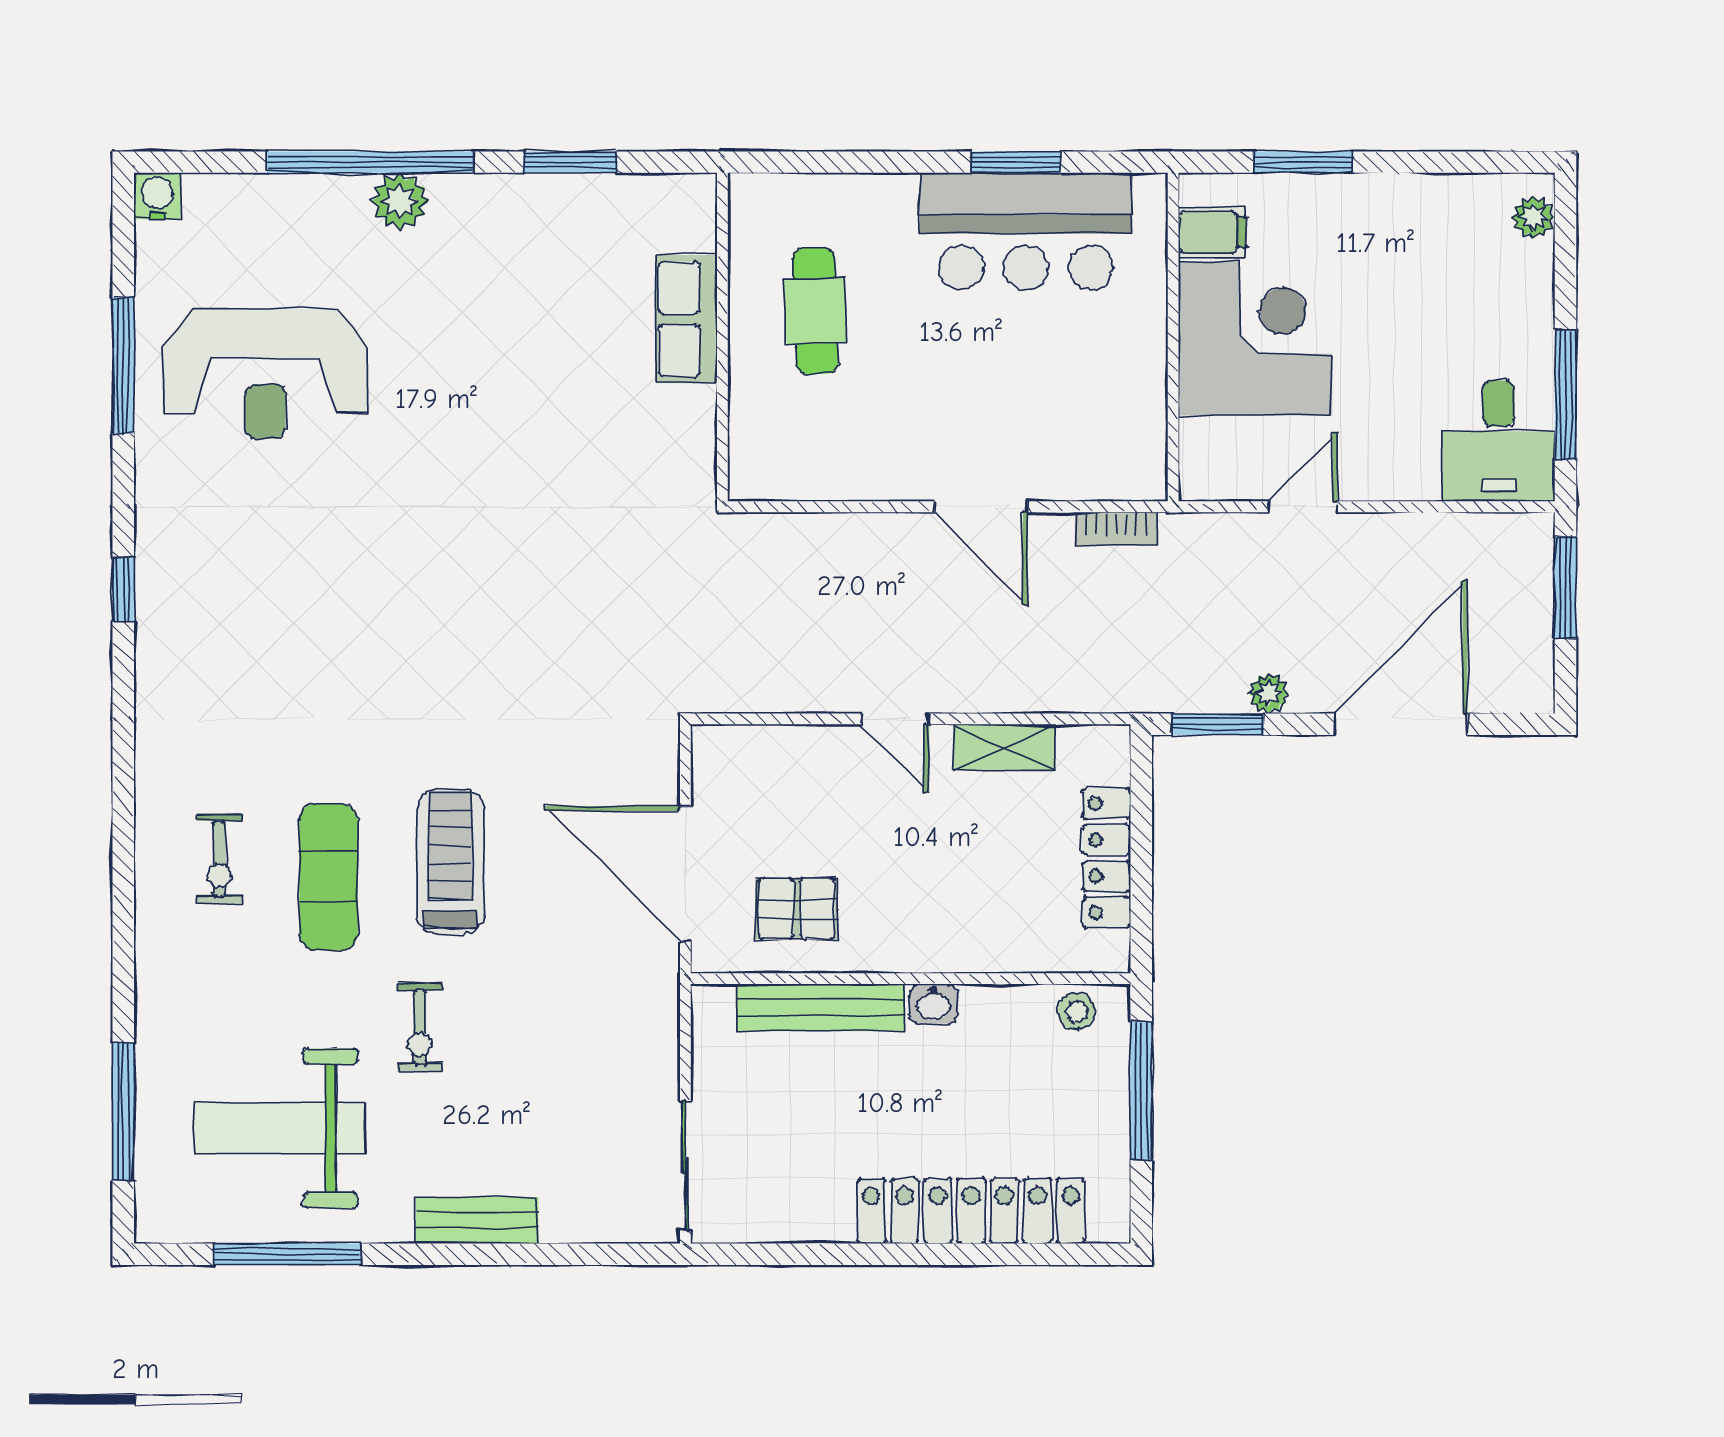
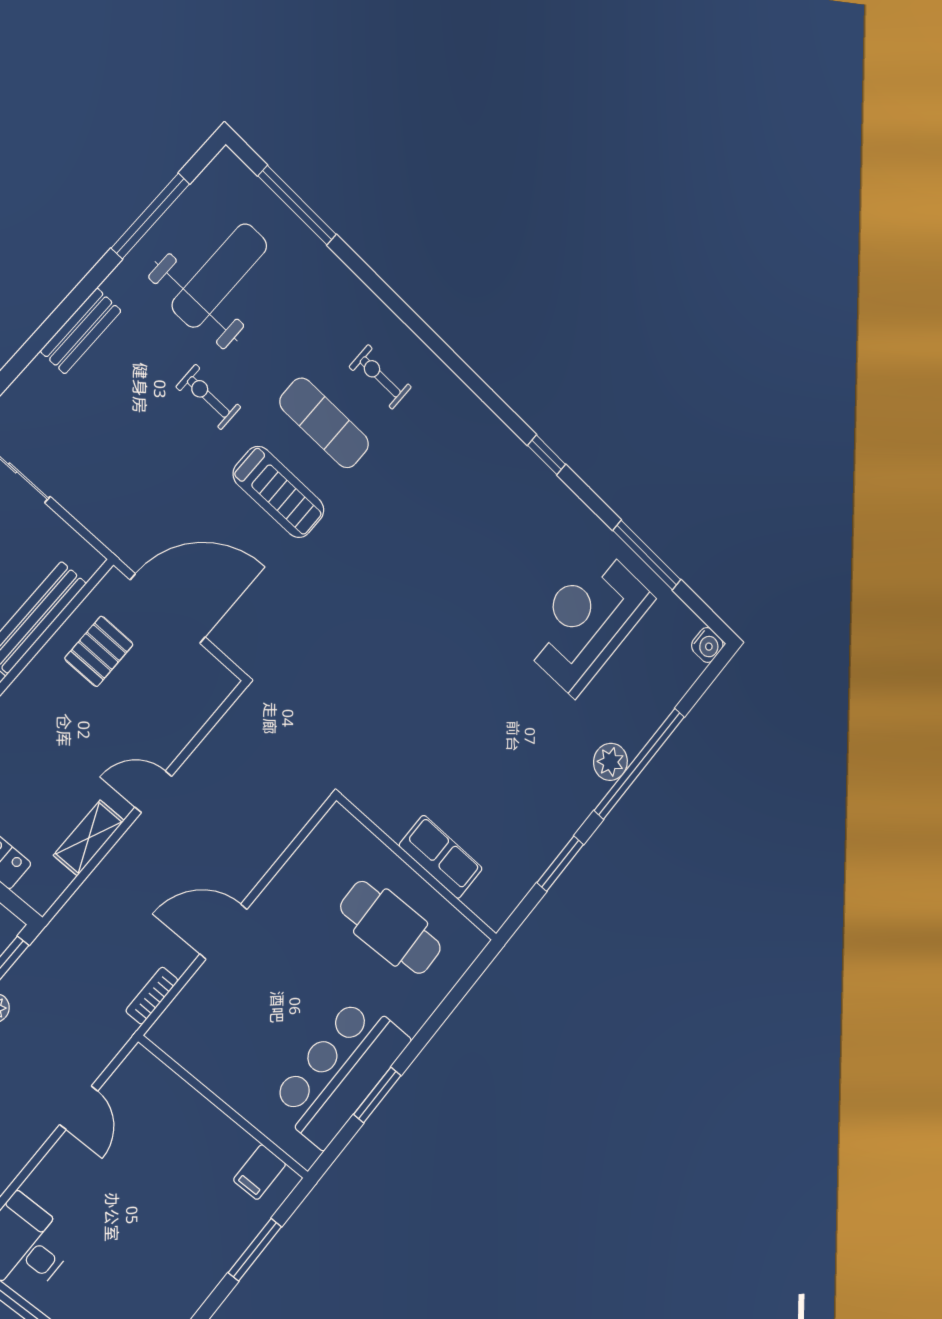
cafe table: (816, 311) -> (391, 928), width x1.37, depth x1.35
corner desk: (1255, 339) -> (187, 1152), removed

